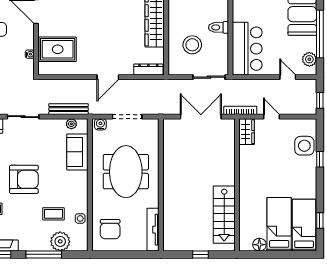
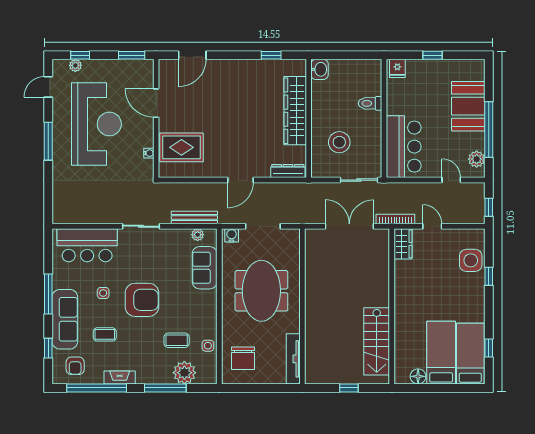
toilet: (219, 27) -> (370, 103), moved

